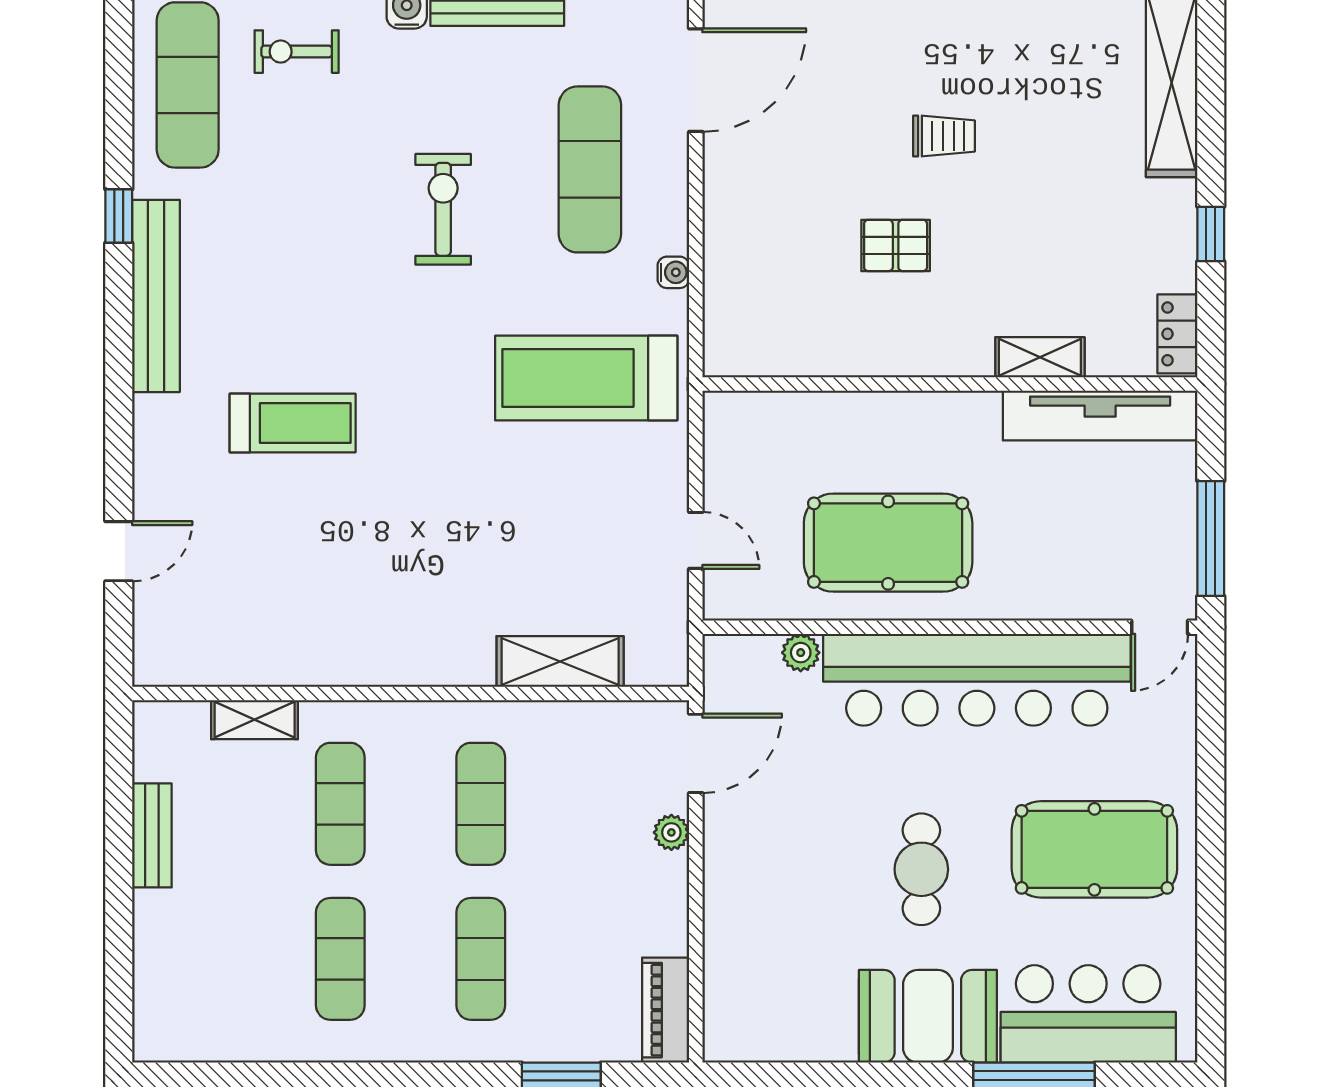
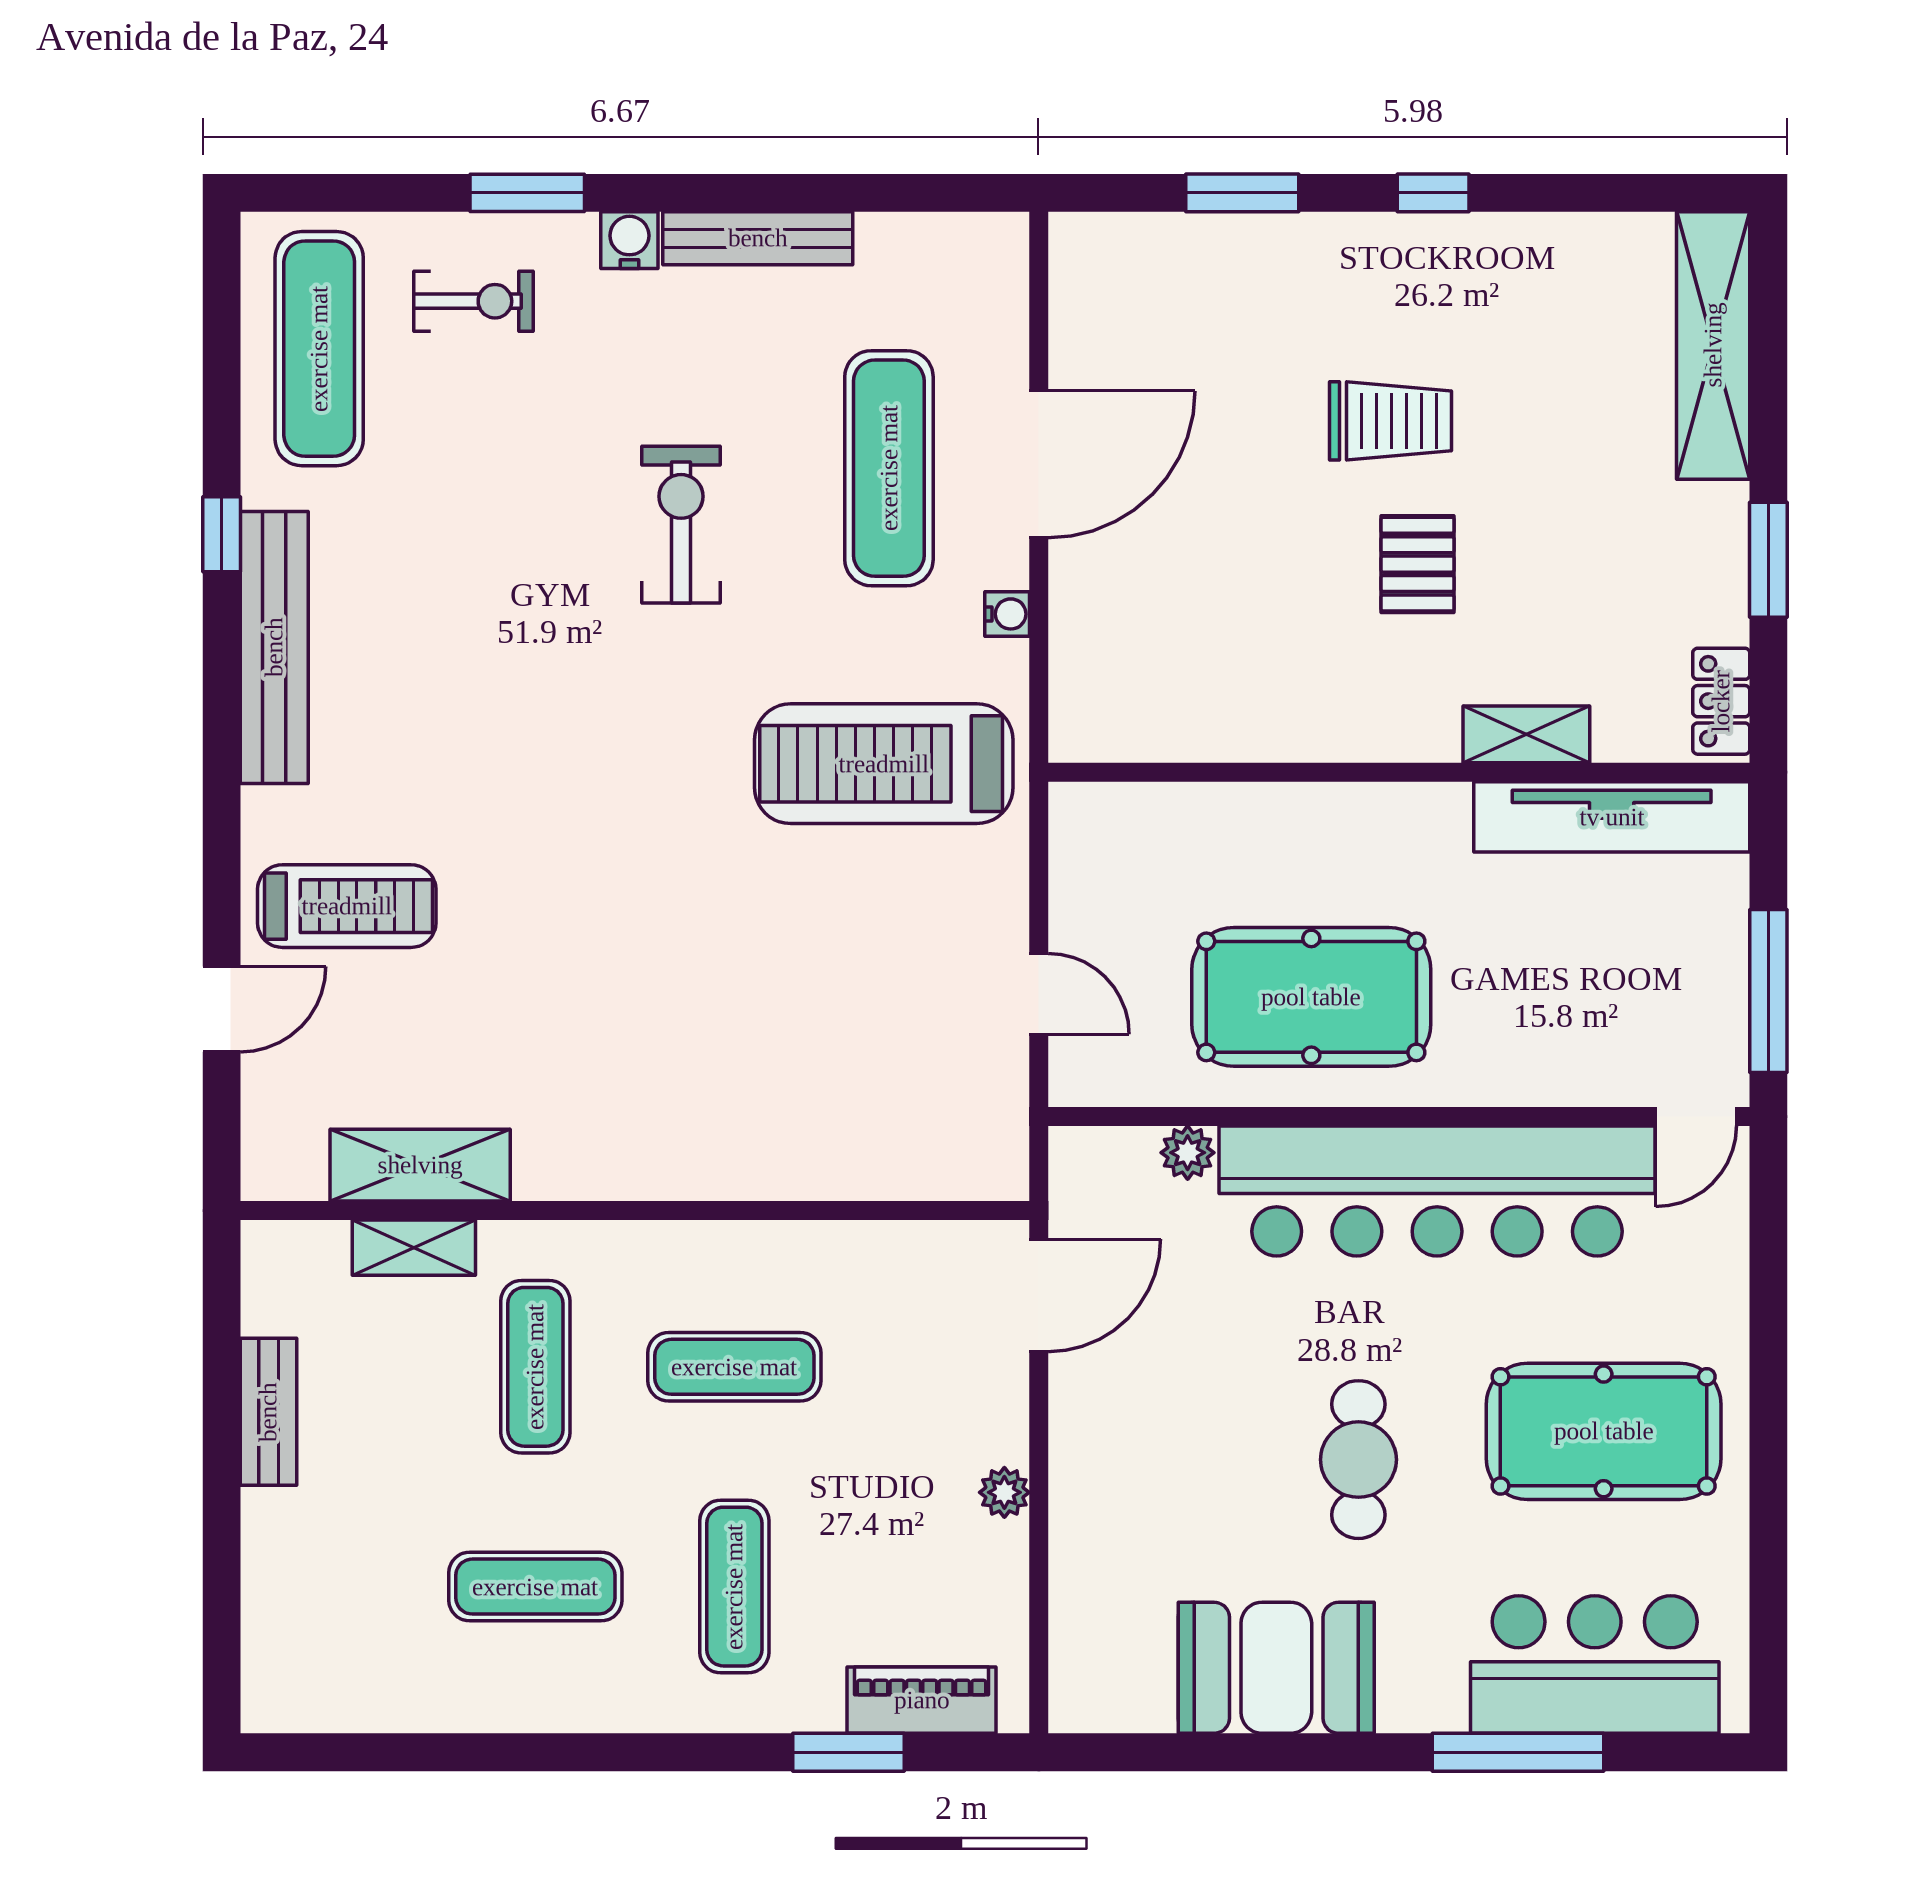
exercise bike: (297, 52) -> (474, 301), turned 180
door: (696, 80) -> (1039, 464), moved
trolley: (944, 136) -> (1391, 421), width x1.36, depth x1.39
window: (1211, 234) -> (1768, 560), width x1.50
pallet: (896, 245) -> (1418, 564), moved, turned 90
treadmill: (293, 423) -> (347, 906), moved
shelving: (560, 661) -> (420, 1165), moved
exercise mat: (481, 804) -> (734, 1367), turned 90
plant: (671, 832) -> (1004, 1492), moved
exercise mat: (340, 959) -> (535, 1587), turned 90
piano: (666, 1010) -> (922, 1700), moved, turned 90
booth: (928, 1016) -> (1276, 1668), moved

